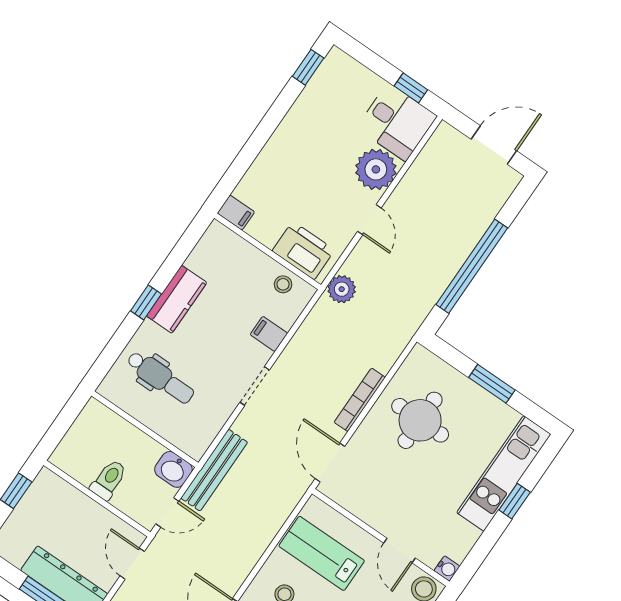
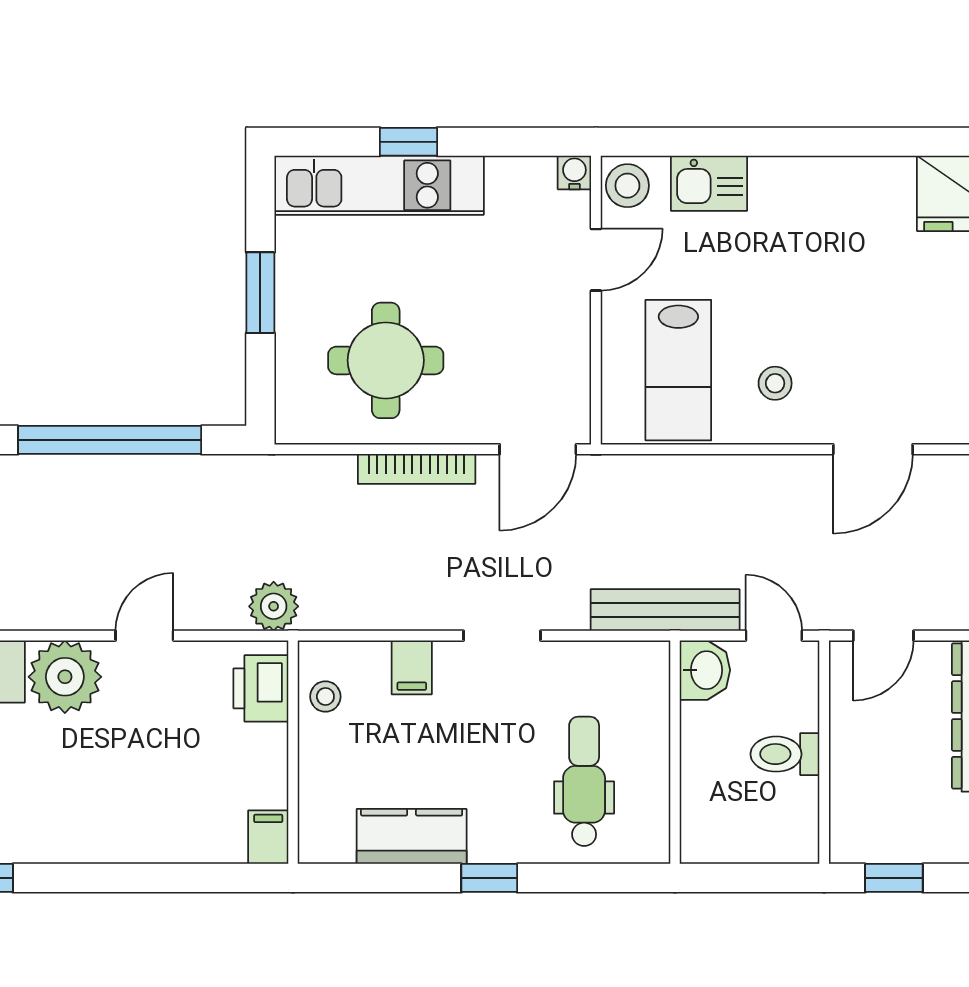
printer: (303, 250) -> (261, 688), width x0.73, depth x0.84
kitchen counter: (177, 299) -> (412, 836), moved

